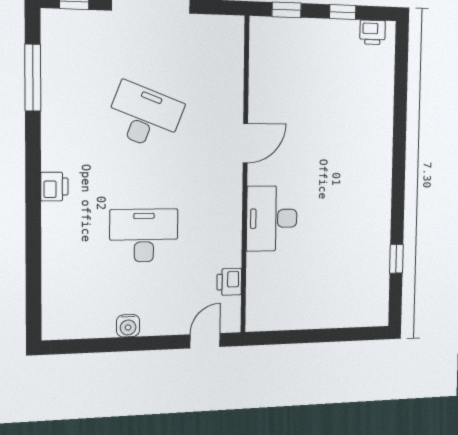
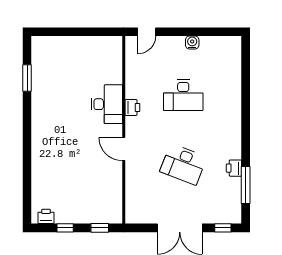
door: (245, 143) -> (124, 149), hinge flipped
printer: (54, 187) -> (234, 168), moved
window: (396, 259) -> (27, 78), width x1.50
printer: (229, 282) -> (132, 107), moved

